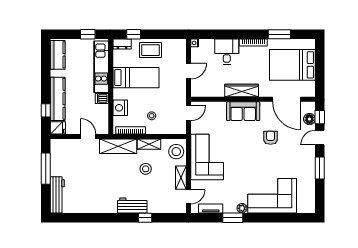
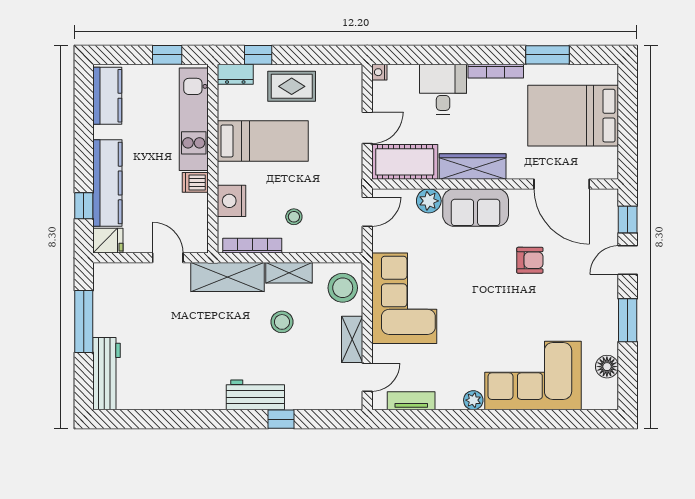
cot: (207, 88) -> (405, 162), added
plant: (220, 108) -> (429, 201), added
floor lamp: (309, 119) -> (607, 367), moved
armchair: (271, 138) -> (530, 260), turned 90
window: (233, 218) -> (455, 419), removed

